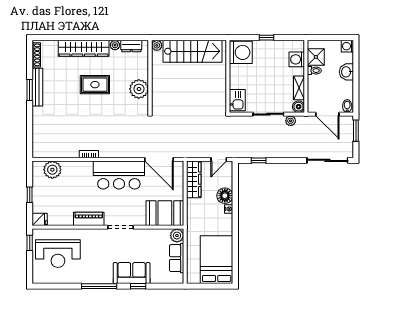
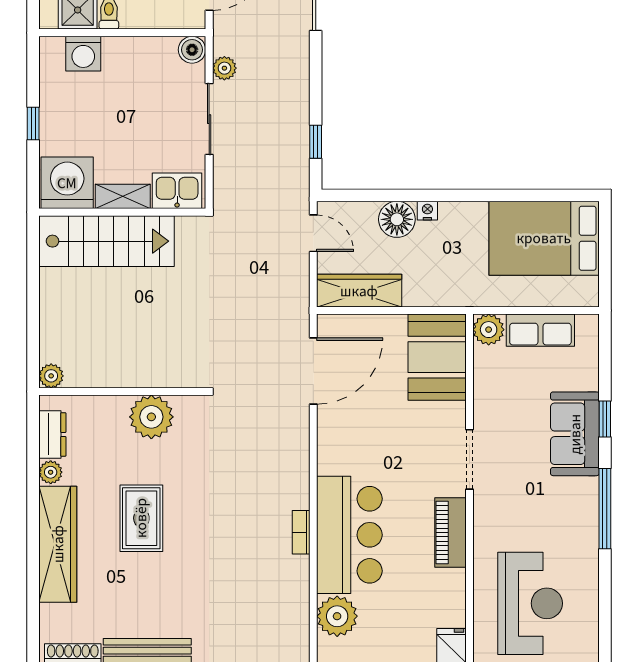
stairs: (192, 51) -> (107, 241), moved, turned 90
shelving: (299, 88) -> (123, 196), moved
bar counter: (119, 175) -> (349, 535), moved

